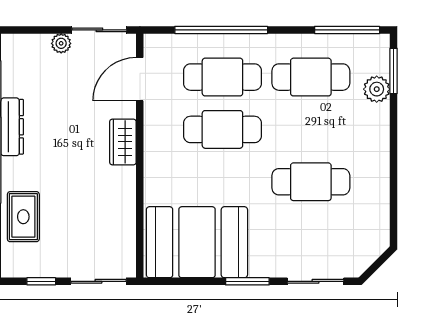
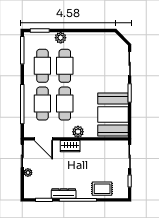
plant: (377, 89) -> (61, 38), moved
plant: (157, 160) -> (78, 132), added
cafe table: (311, 182) -> (65, 66), moved

